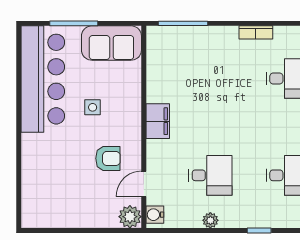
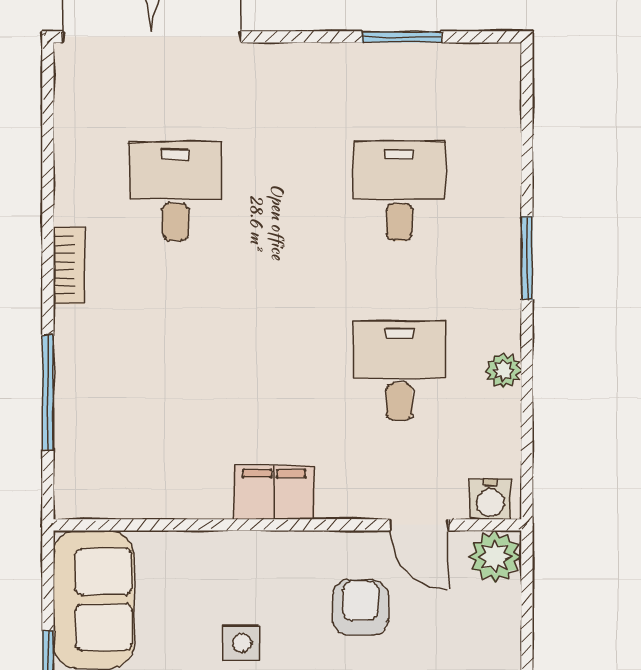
window: (183, 23) -> (48, 392), moved
window: (259, 230) -> (527, 258), width x1.50

